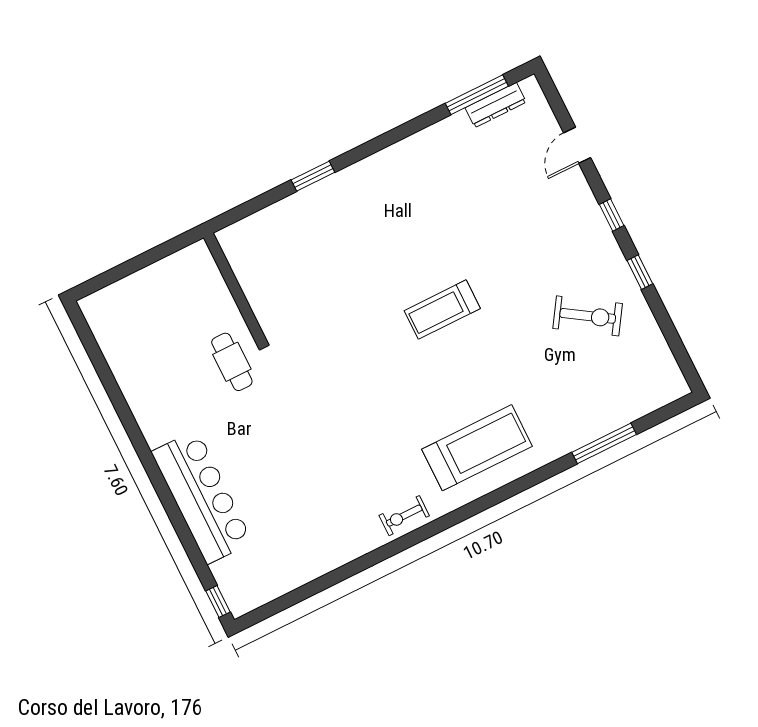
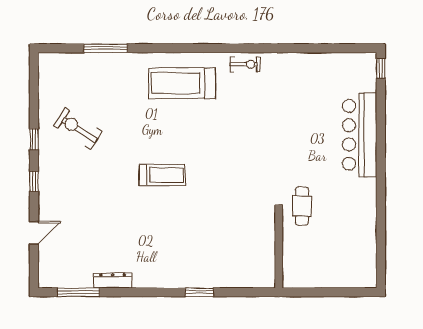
dresser: (496, 105) -> (113, 281), moved

